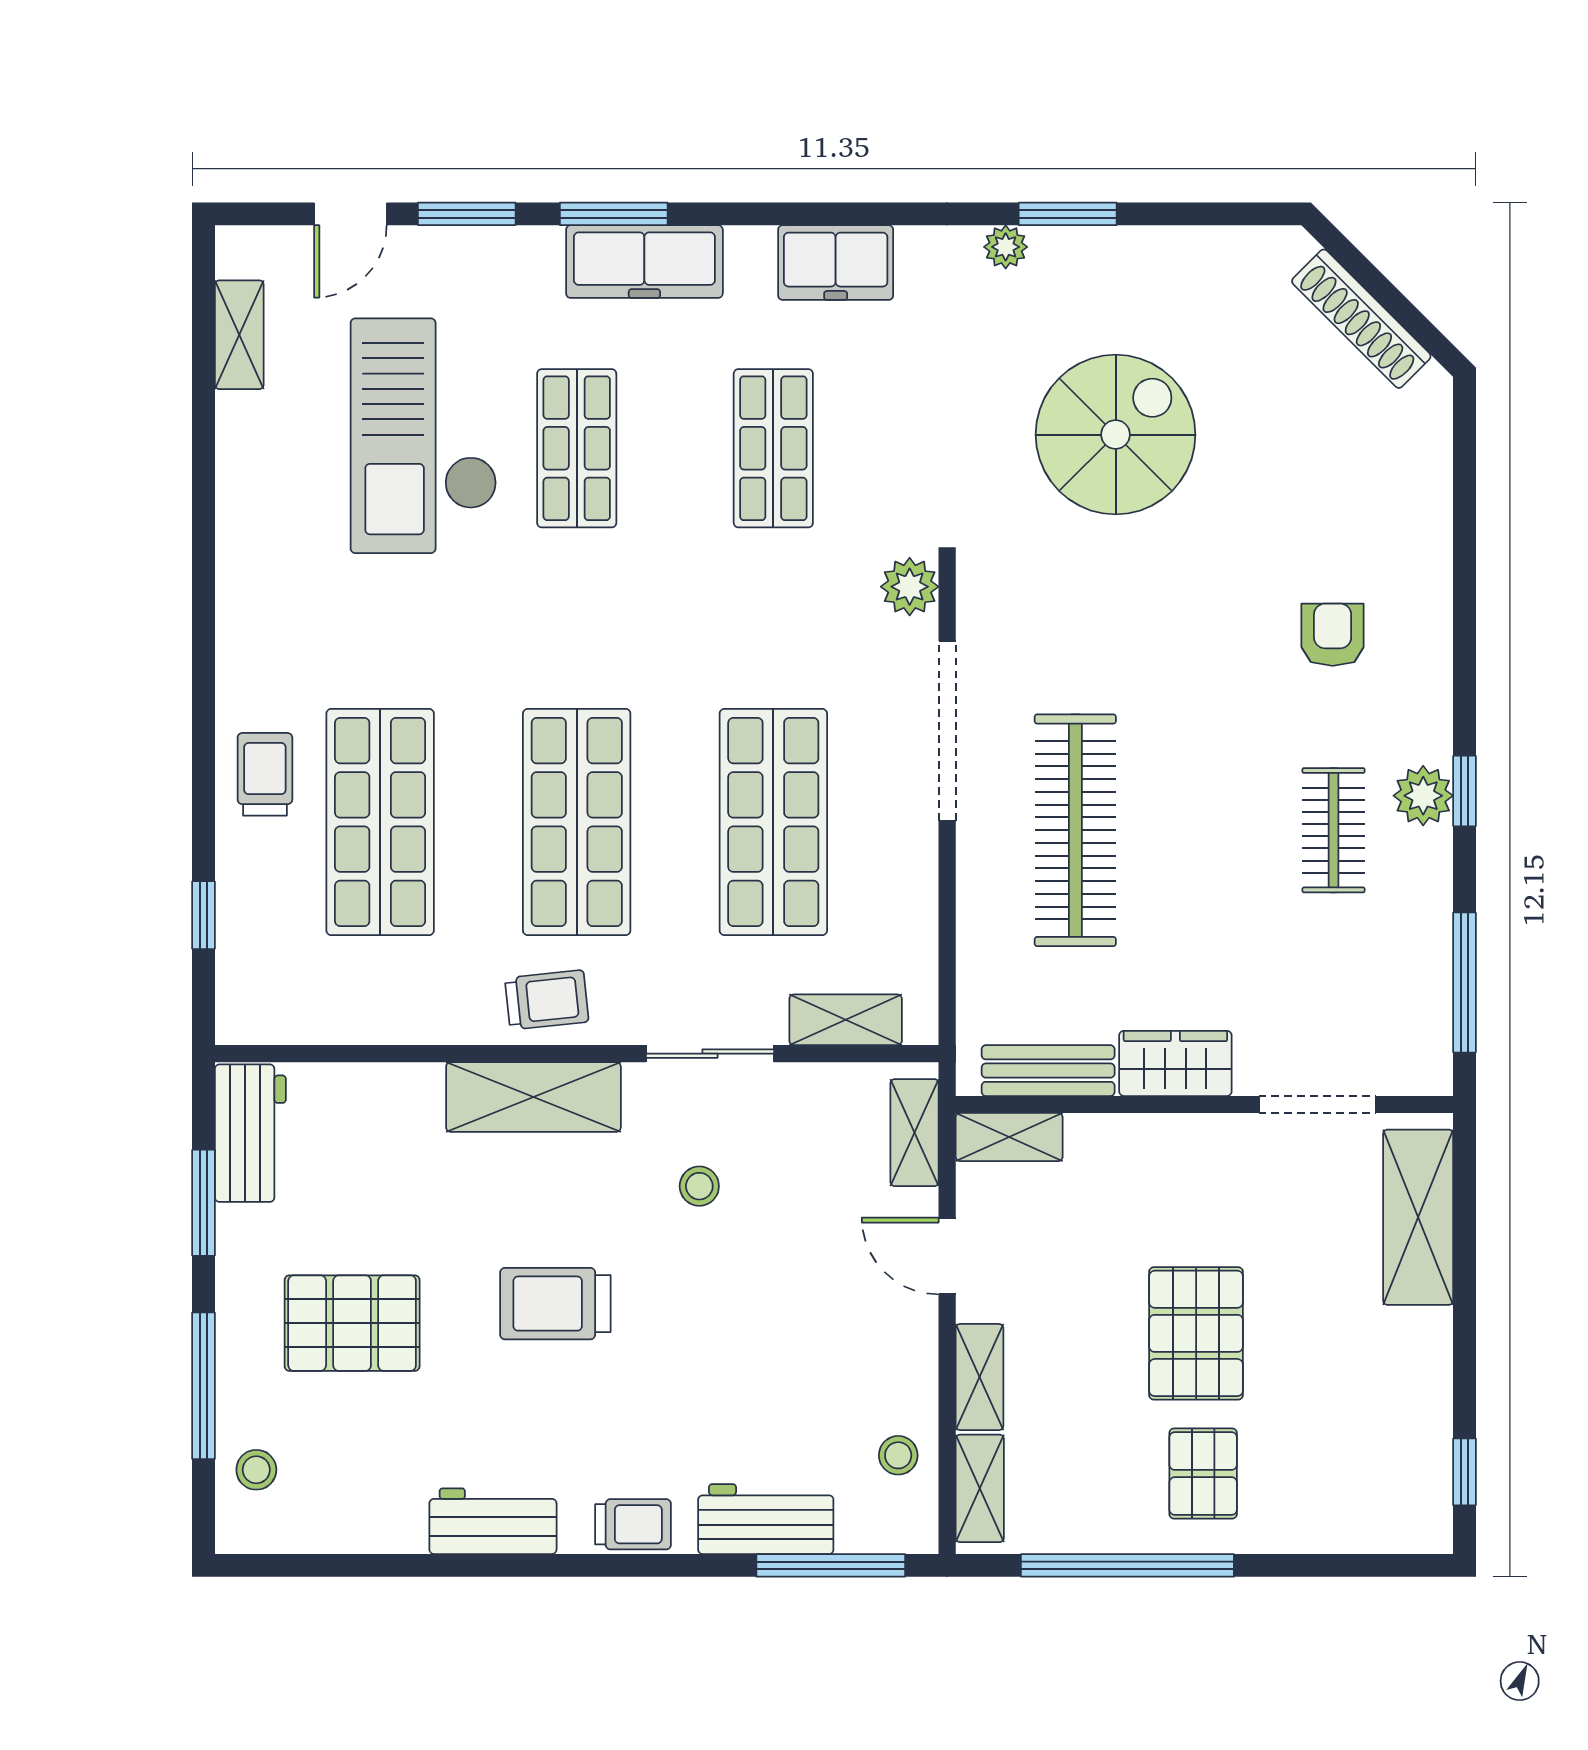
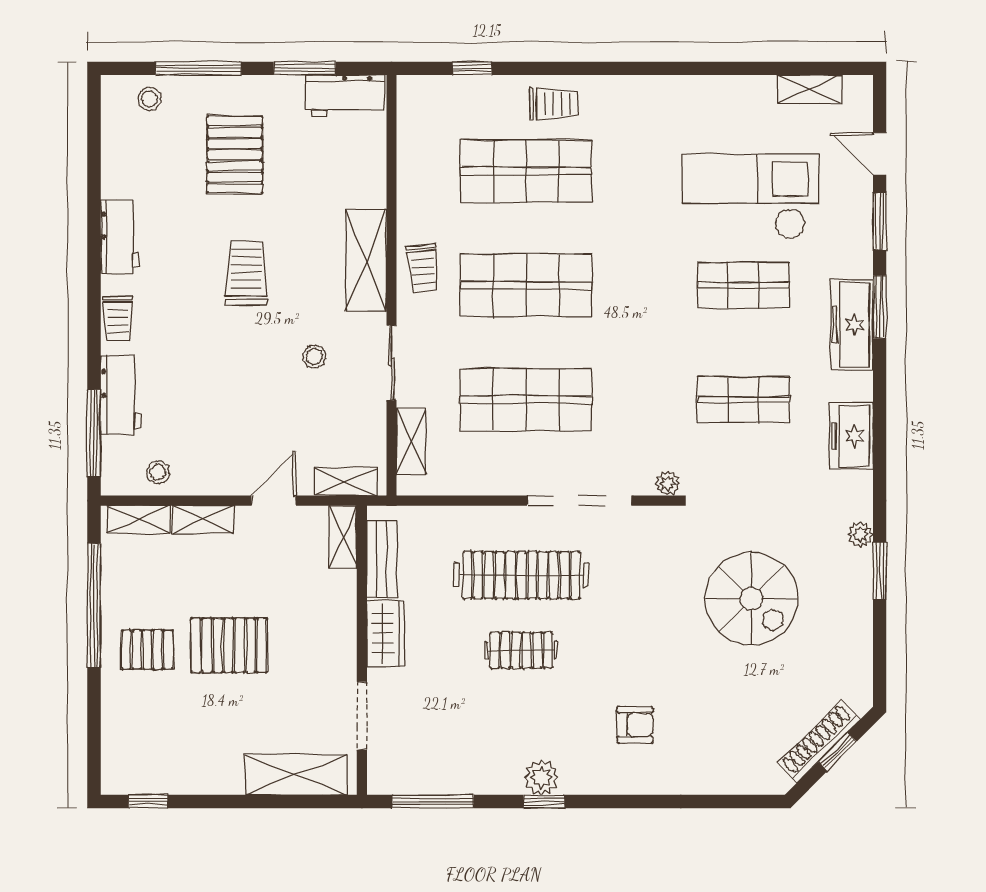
window: (1379, 287) -> (837, 752), added
plant: (910, 587) -> (668, 483), width x0.73, depth x0.73
clothes rail: (1334, 830) -> (521, 650), moved

